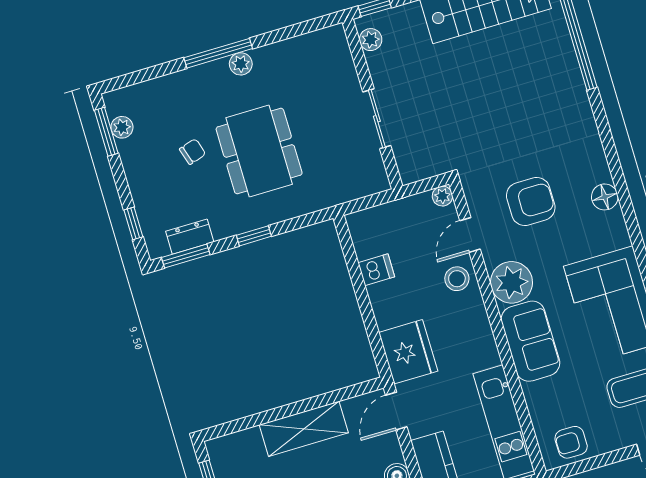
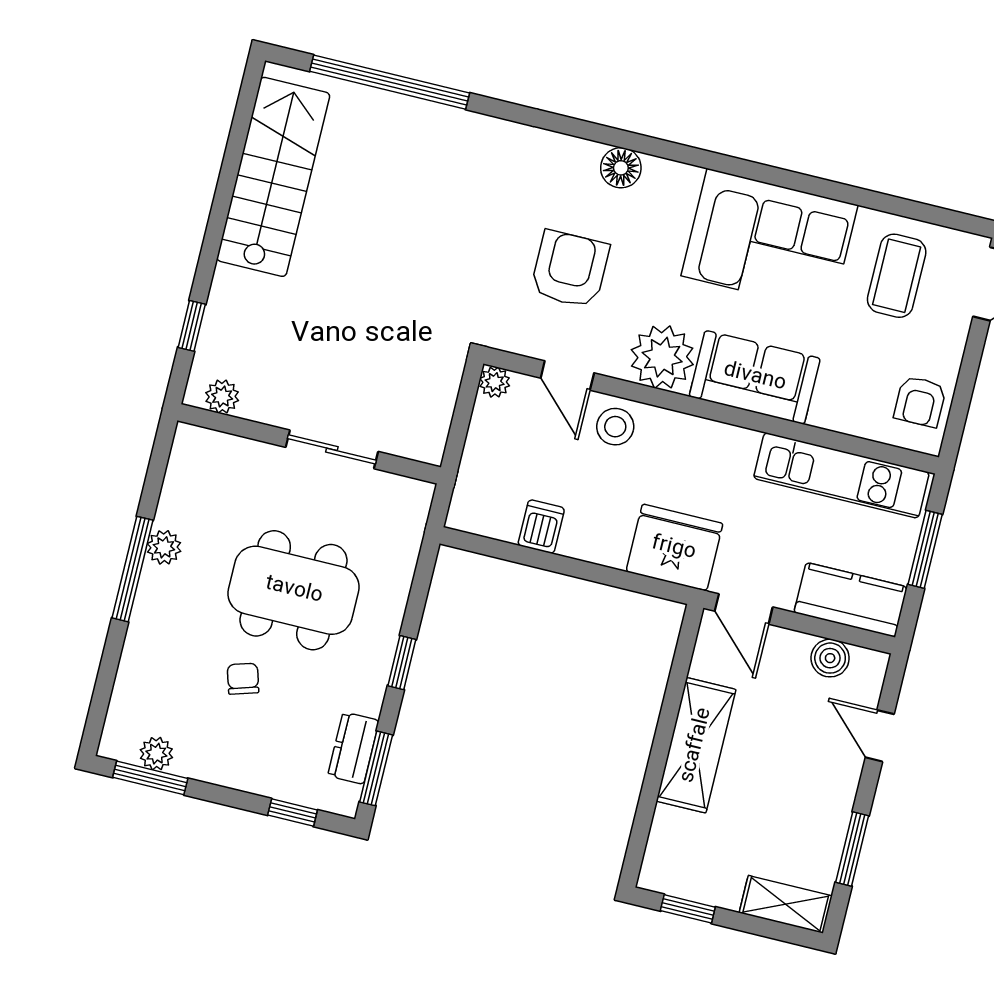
plant: (371, 40) -> (222, 397), moved
wall: (372, 104) -> (309, 444), moved
sliding door: (377, 119) -> (332, 449), moved

